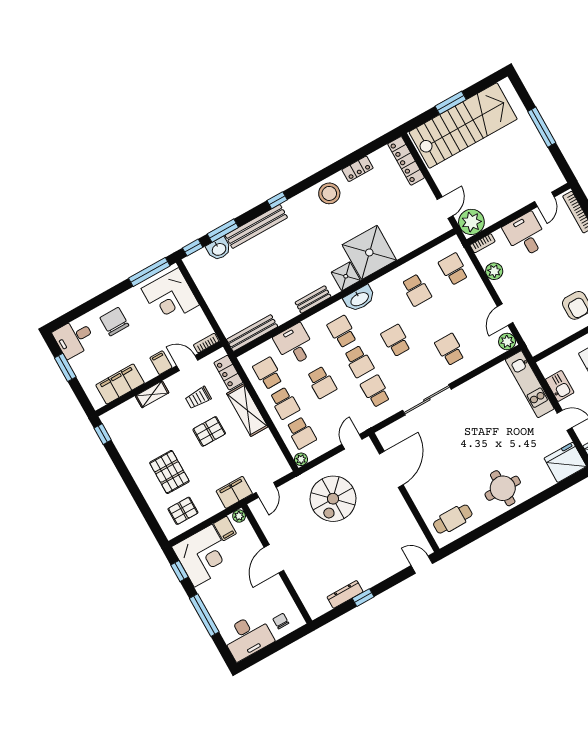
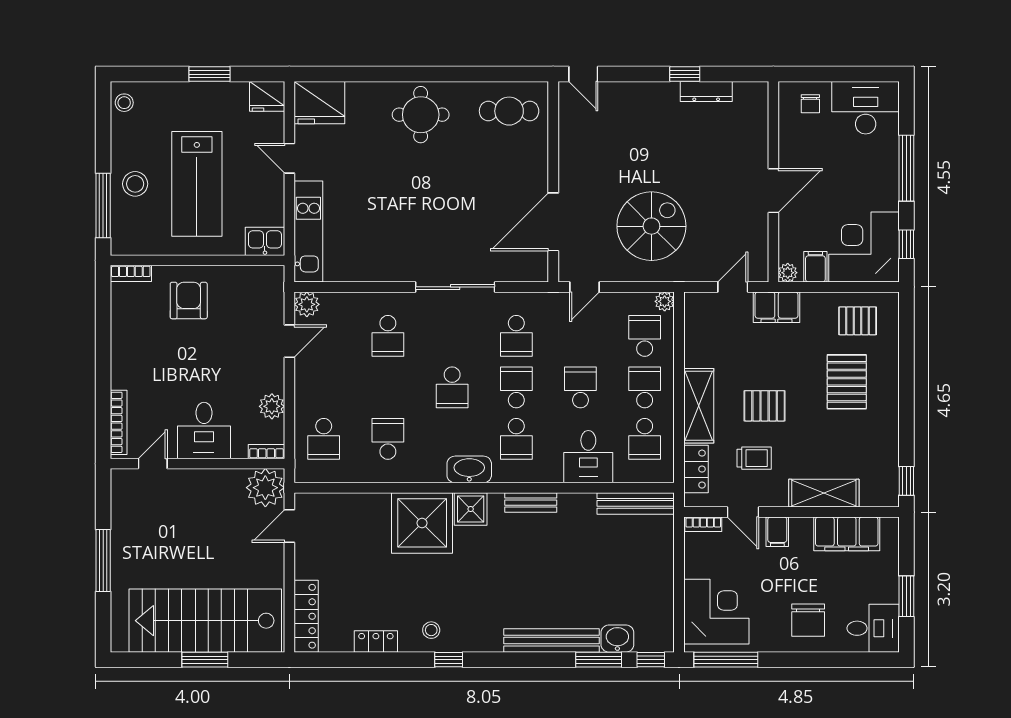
stool: (329, 193) -> (431, 630), width x0.53, depth x0.53
window: (277, 200) -> (449, 660), moved
kitchen sink: (560, 386) -> (265, 241), moved, turned 90
shelving: (152, 394) -> (824, 493), width x1.50, depth x1.33

